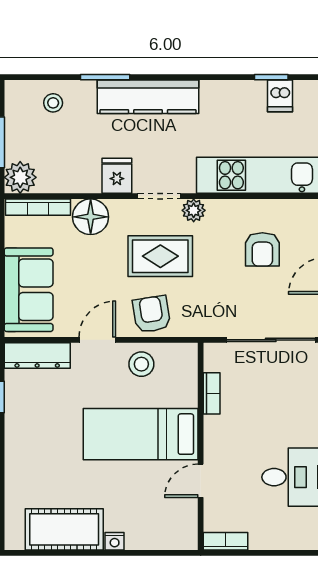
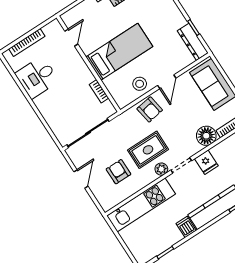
dishwasher: (280, 96) -> (186, 227), moved
rug: (160, 256) -> (148, 150), moved
dresser: (37, 355) -> (193, 42), moved, turned -90
door: (201, 481) -> (71, 38), moved
bookcase: (225, 541) -> (27, 43), moved, width x1.56

